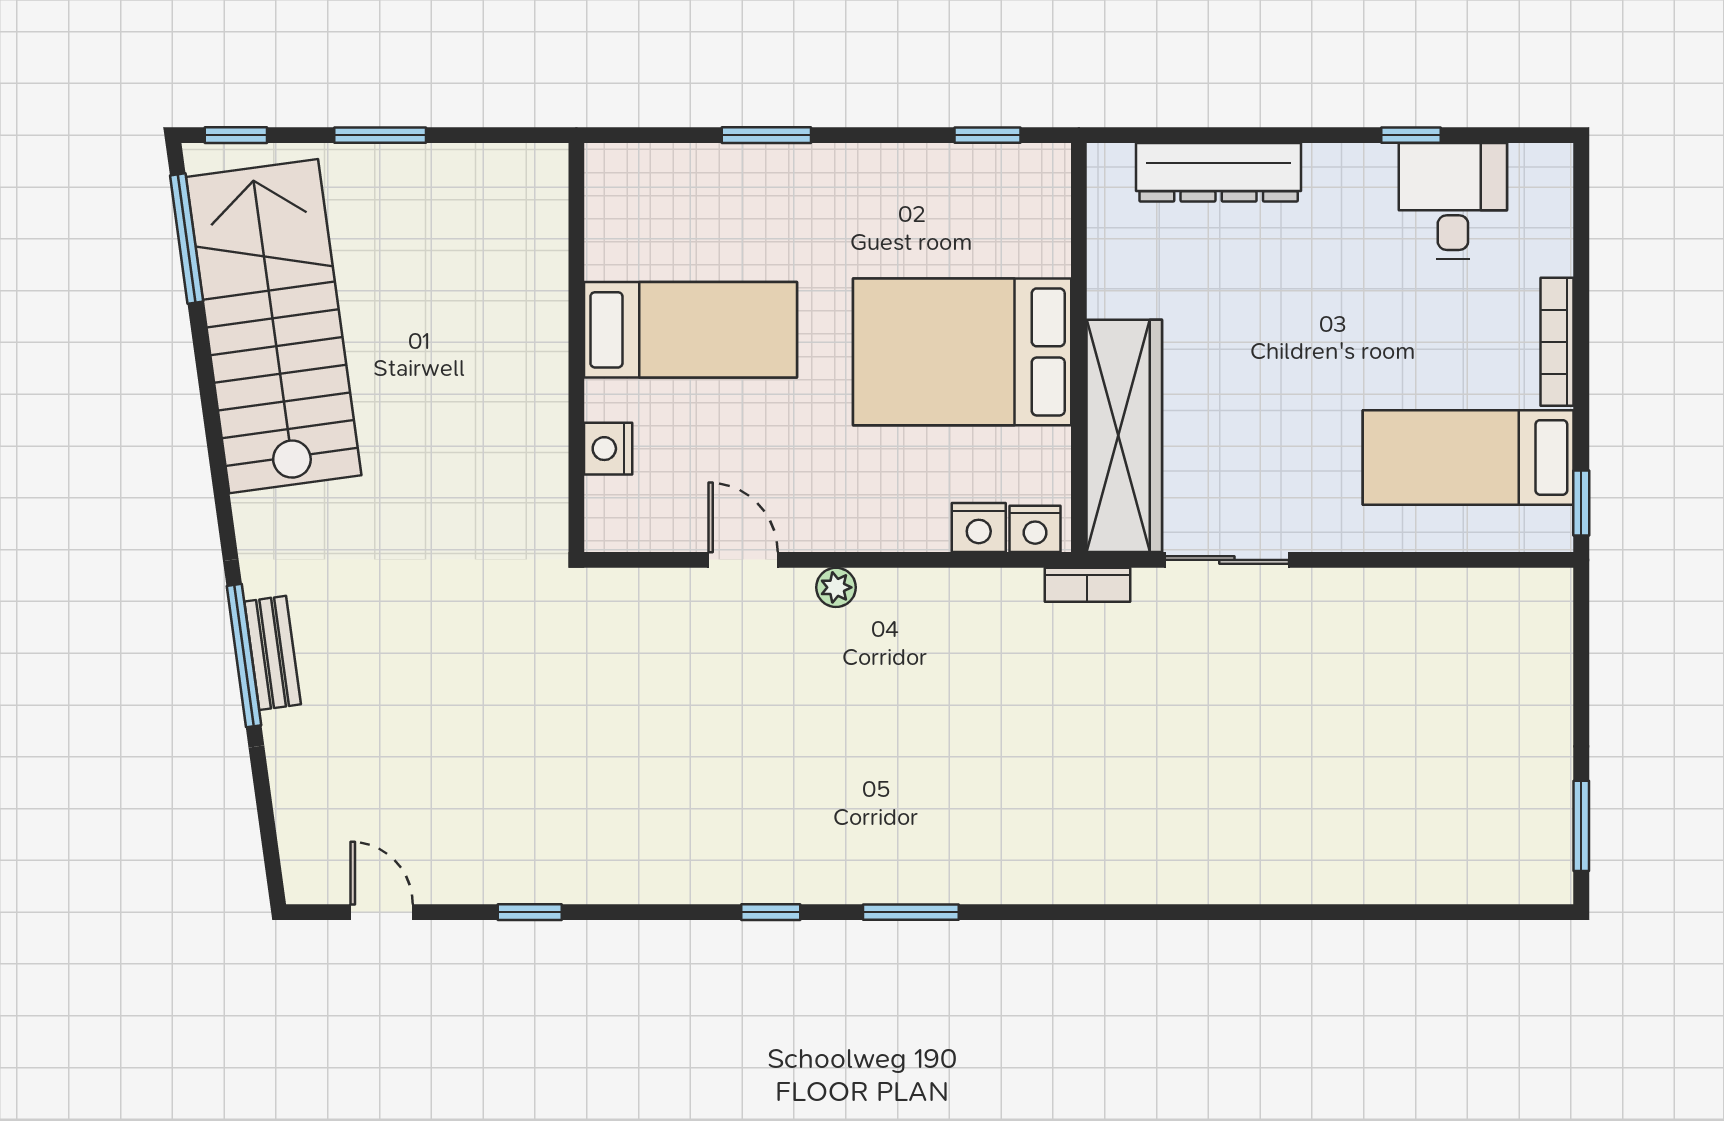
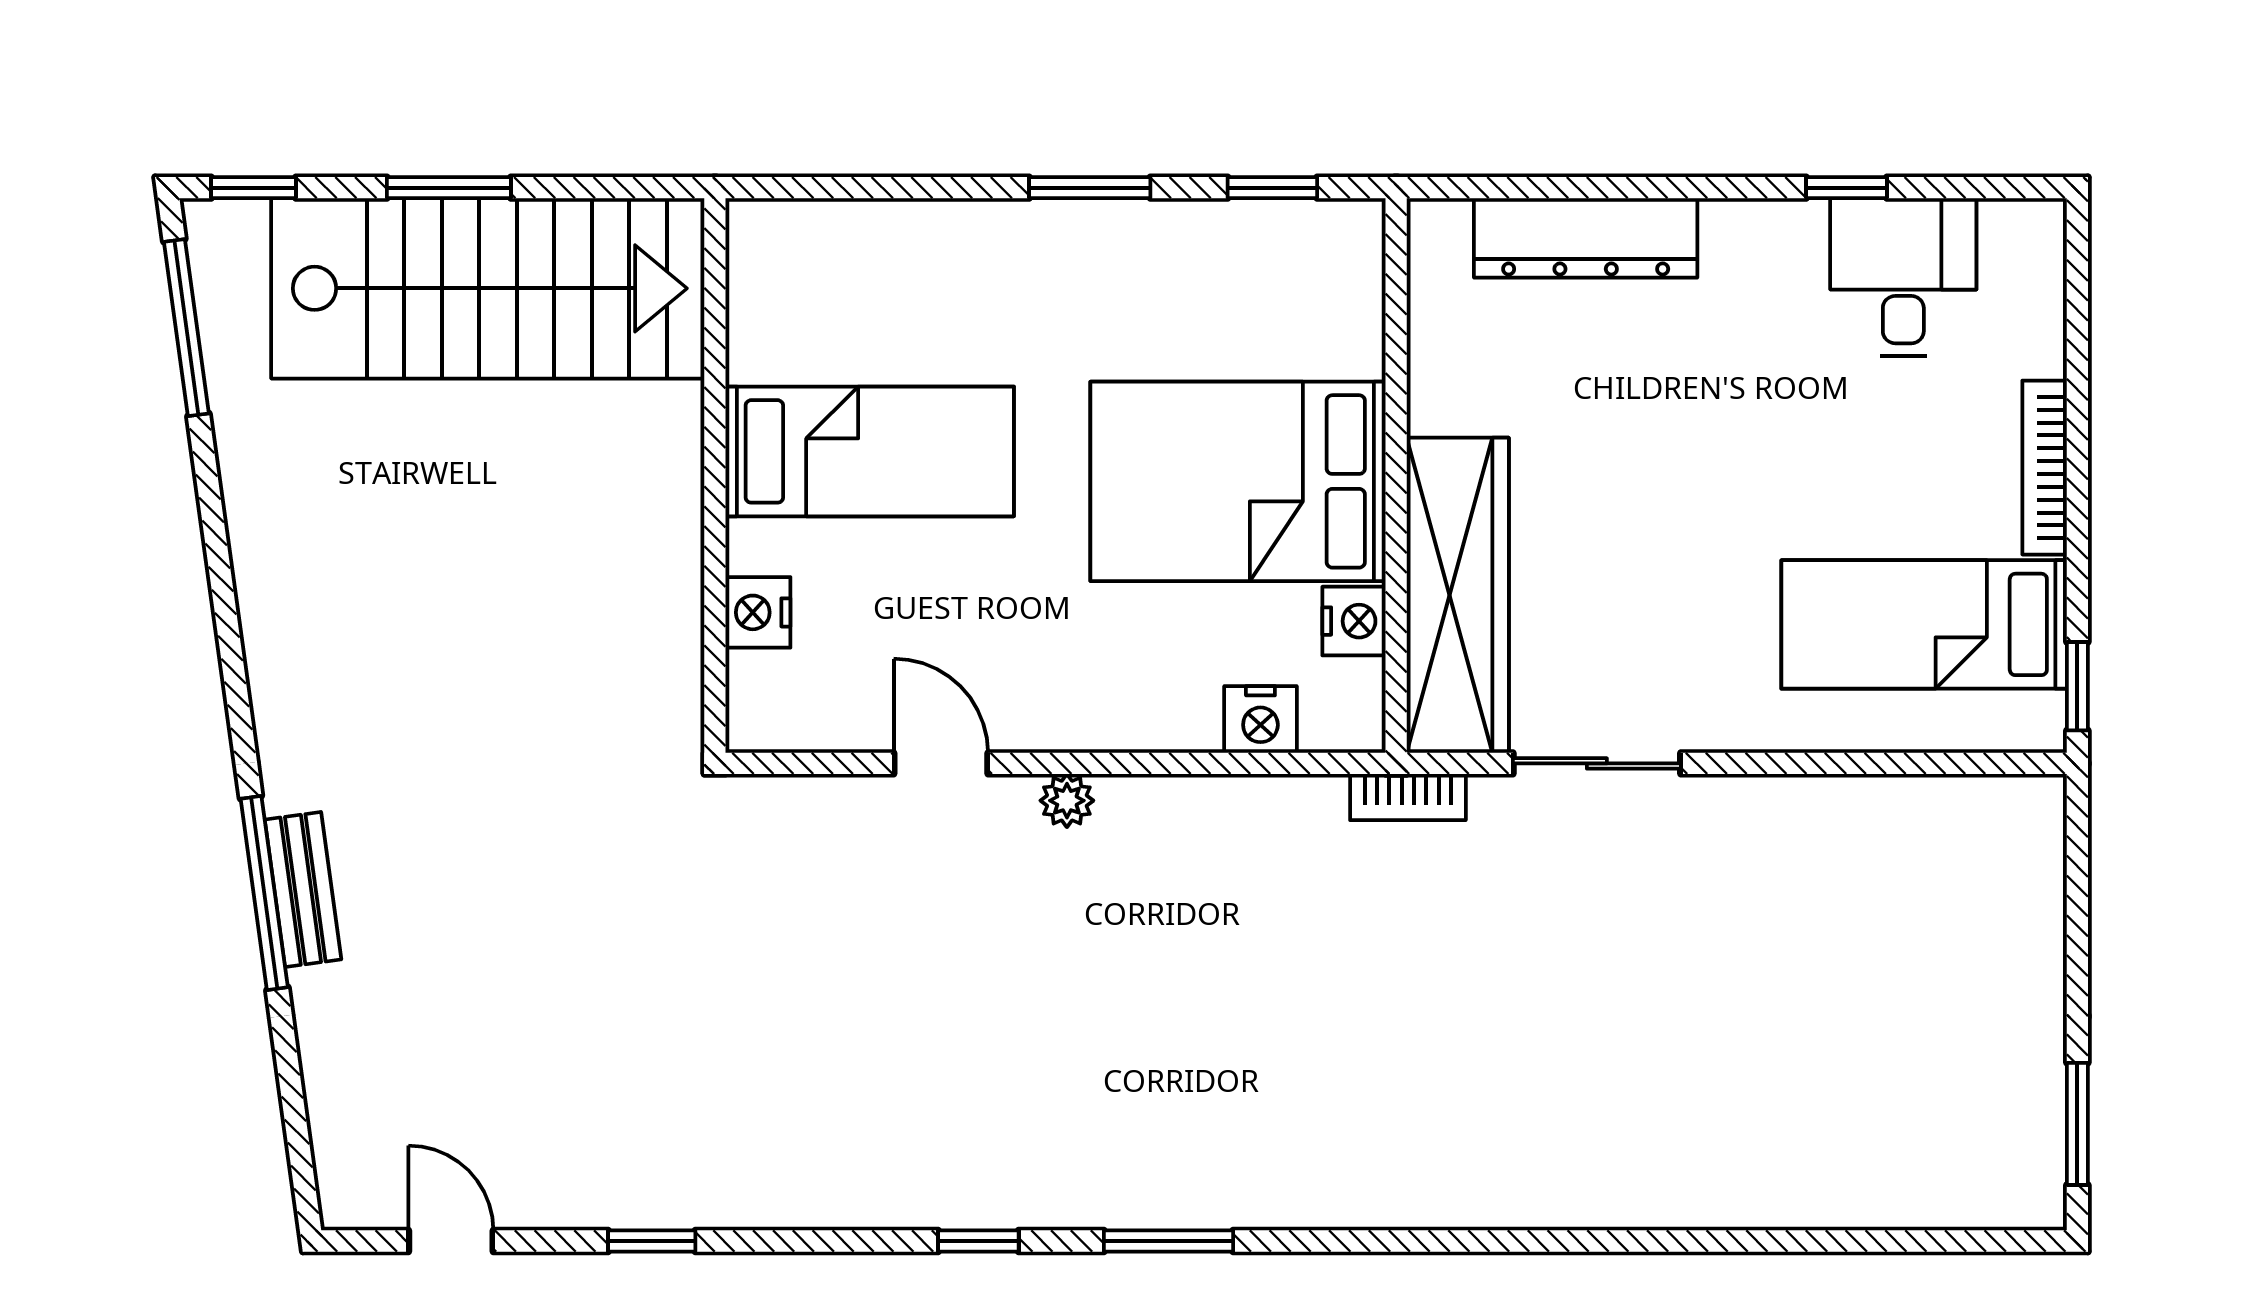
window: (766, 135) -> (1090, 188), moved
stairs: (274, 326) -> (488, 288), moved, turned 98
nightstand: (1035, 529) -> (1354, 621), moved, turned -90

